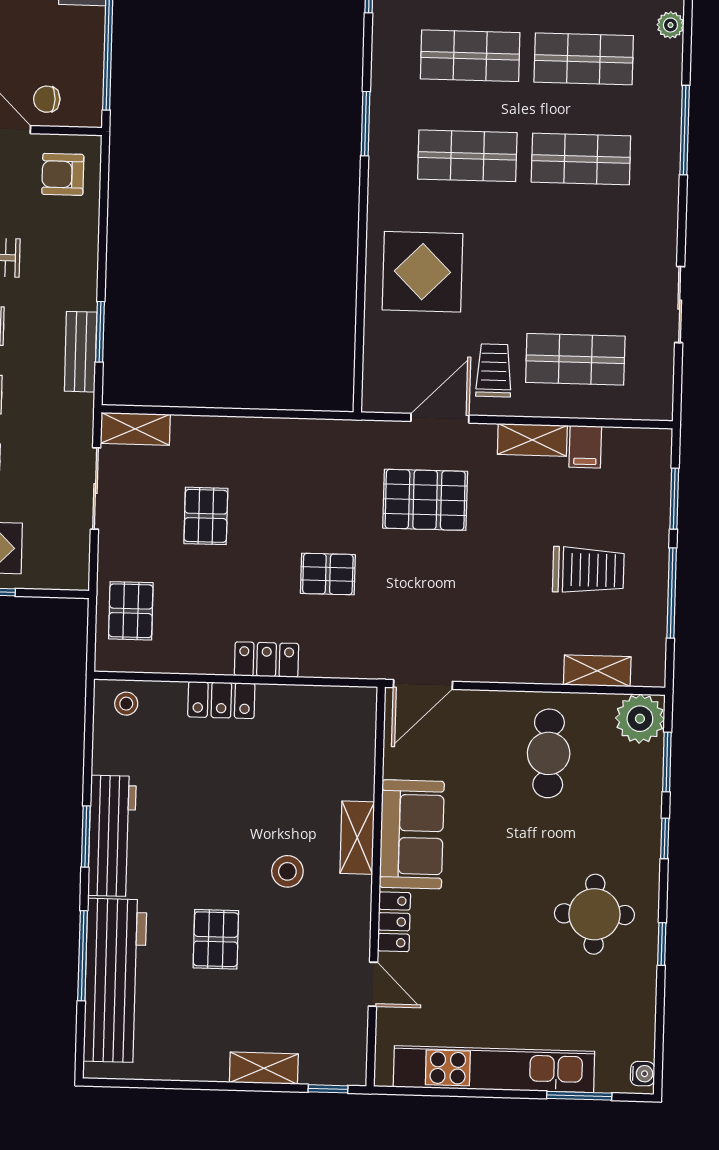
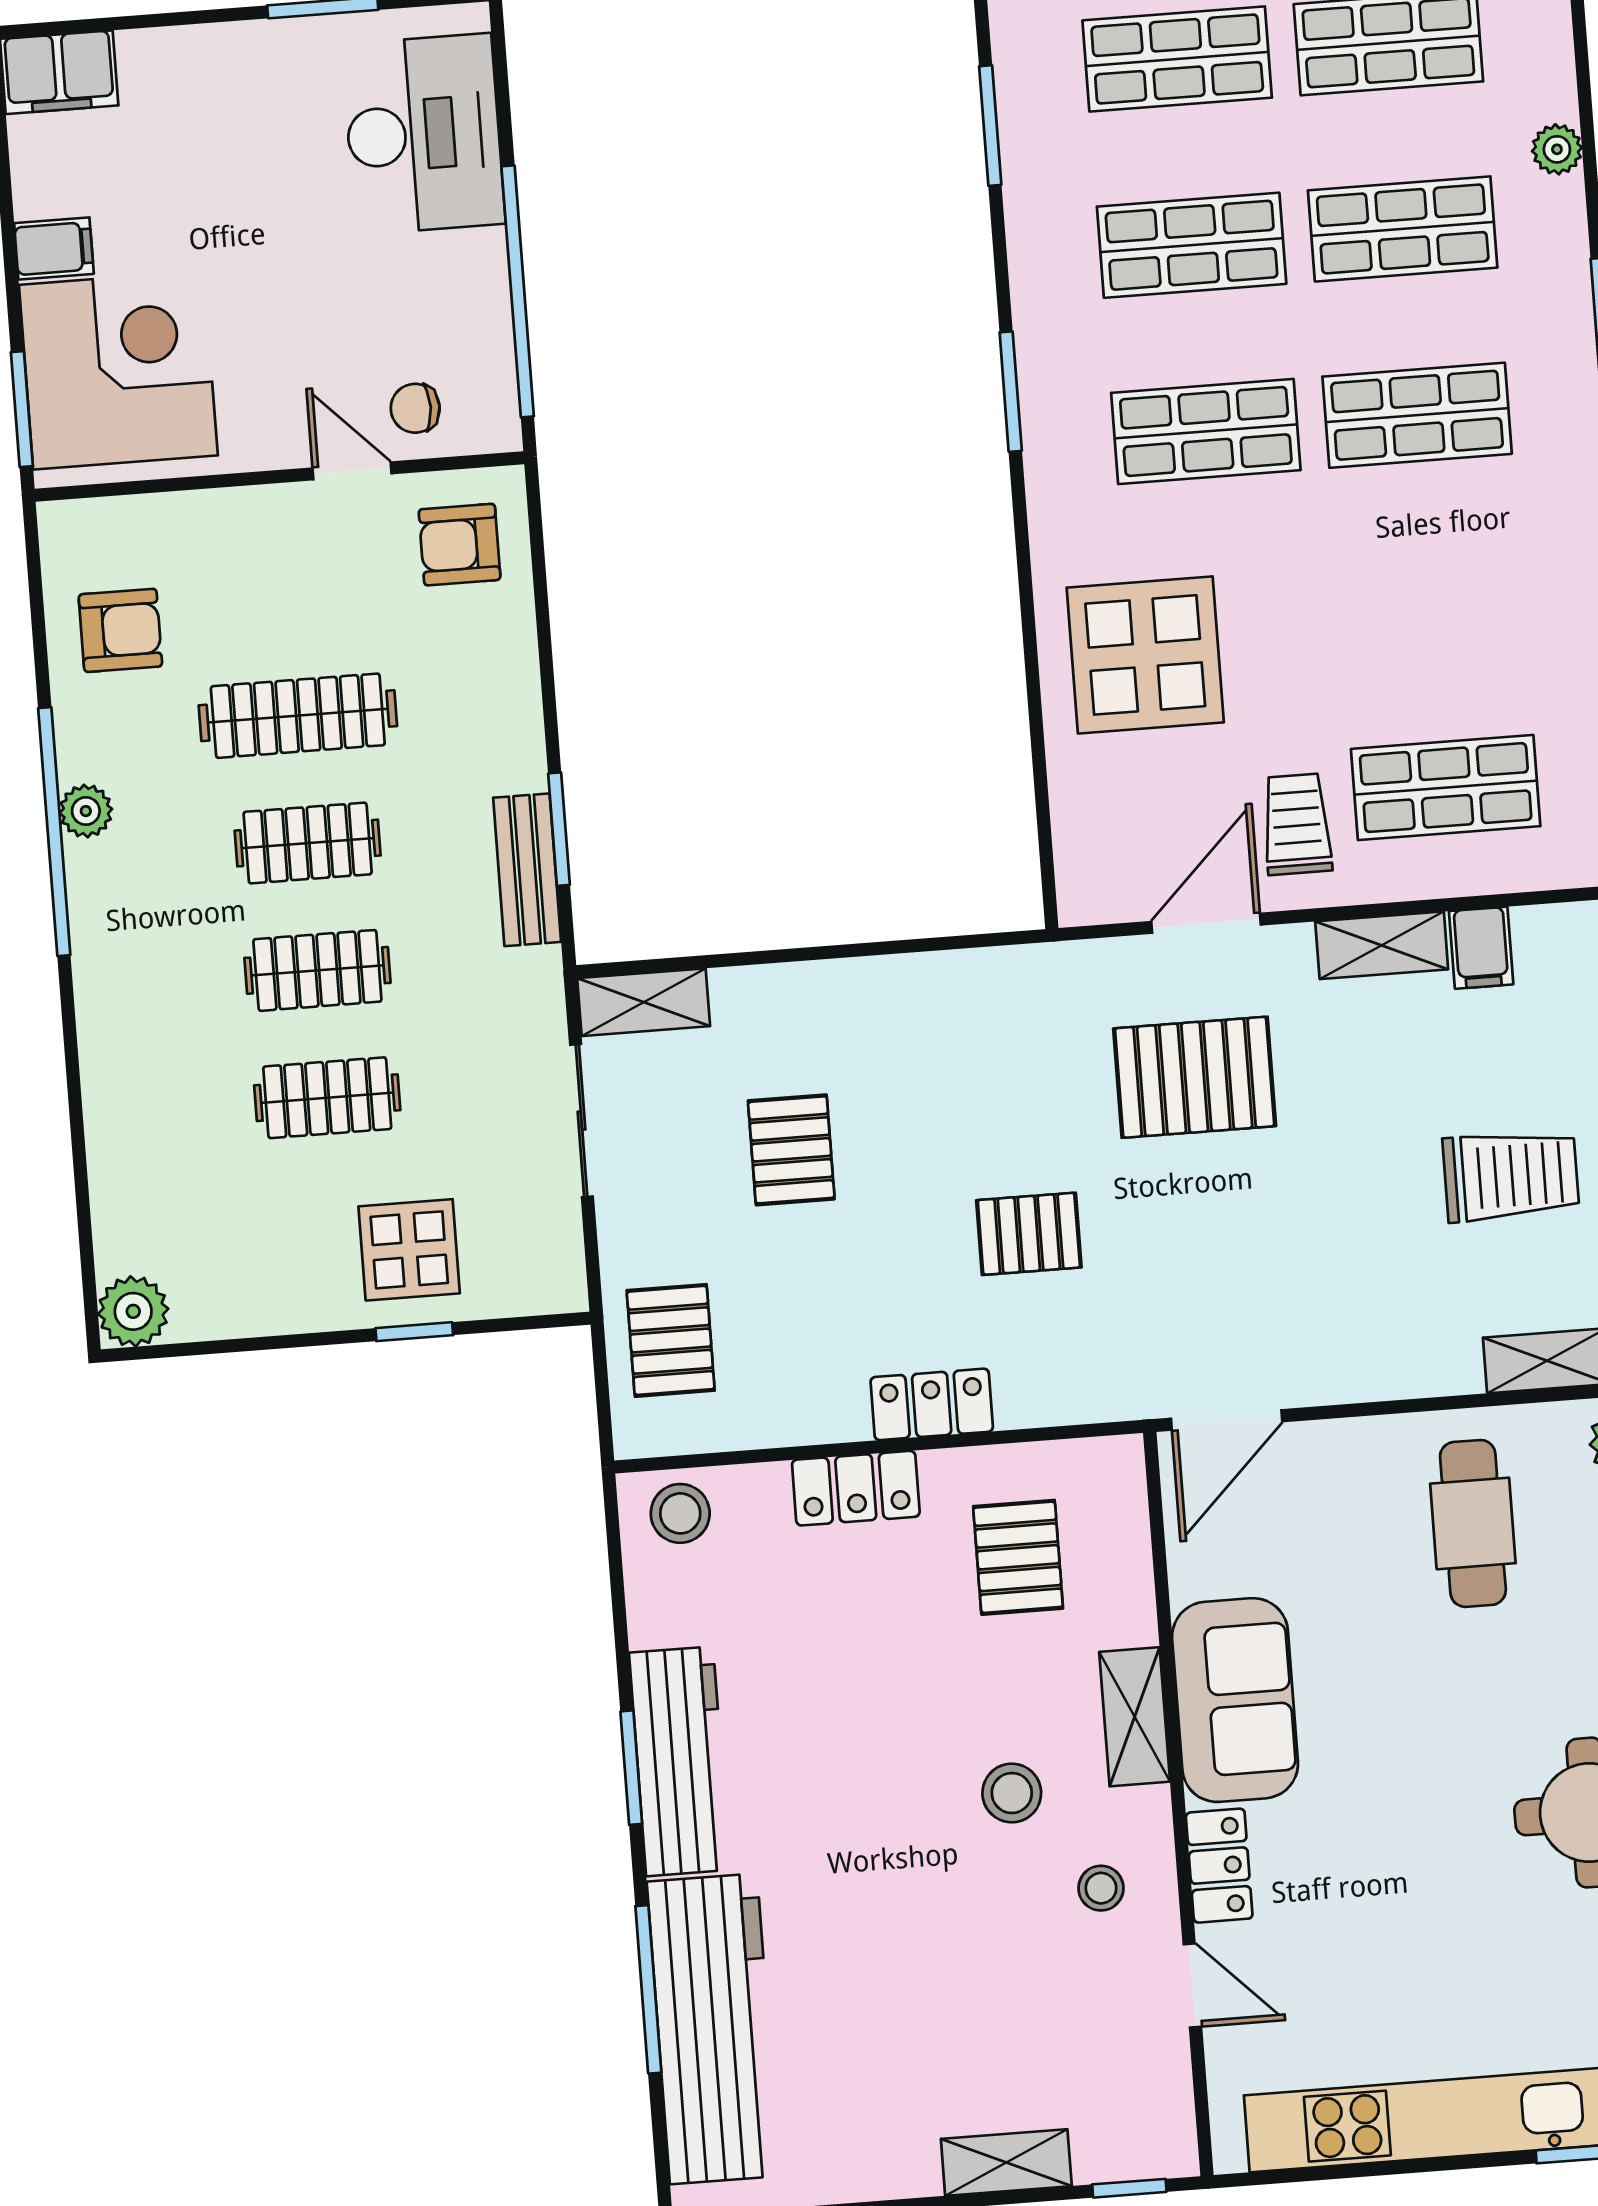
stool: (126, 704) -> (680, 1513), width x1.37, depth x1.37
stool: (330, 927) -> (1101, 1888), added
pallet: (216, 939) -> (1018, 1557), moved

